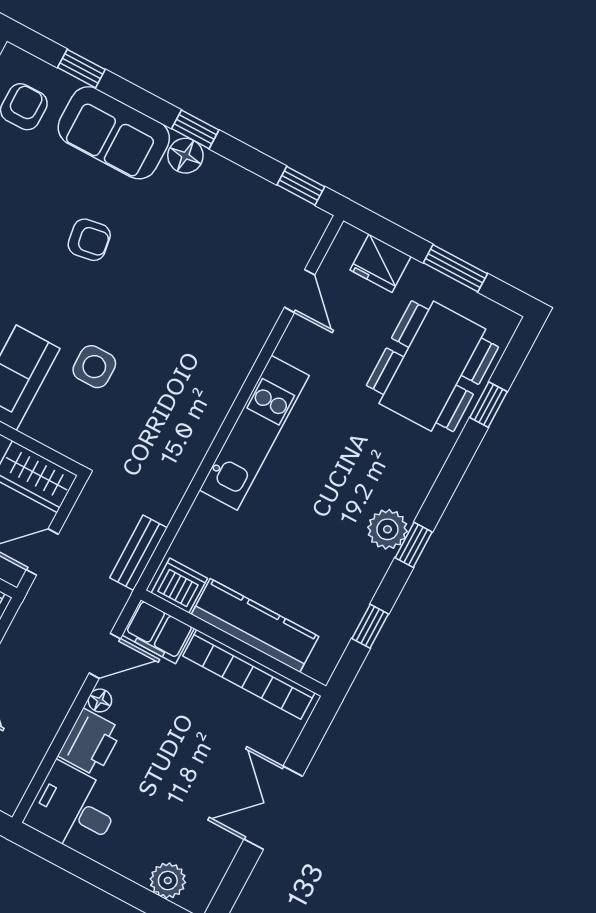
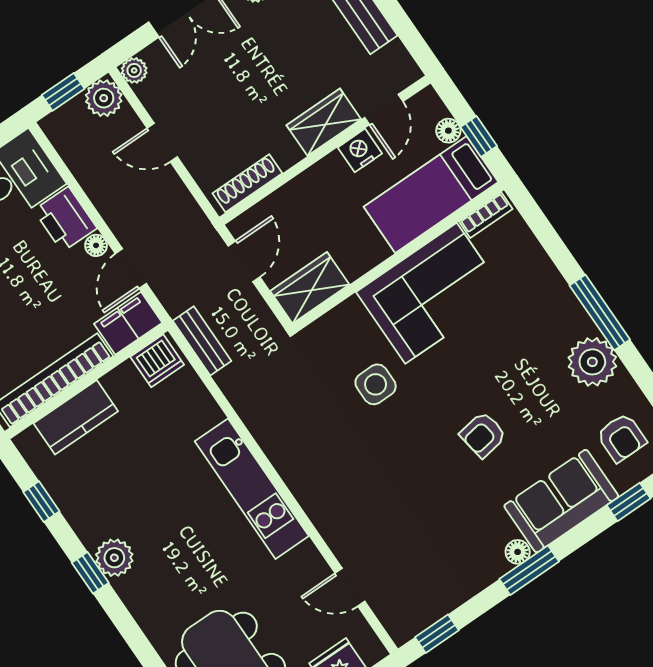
window: (195, 129) -> (529, 570), width x1.50
floor lamp: (185, 156) -> (518, 552), width x0.73, depth x0.73
kitchen counter: (255, 625) -> (76, 417), width x0.67

